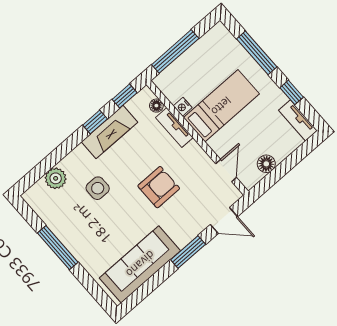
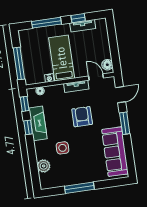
tv unit: (298, 120) -> (83, 26), moved
tv unit: (174, 128) -> (76, 86), moved
floor lamp: (266, 164) -> (107, 65), moved

